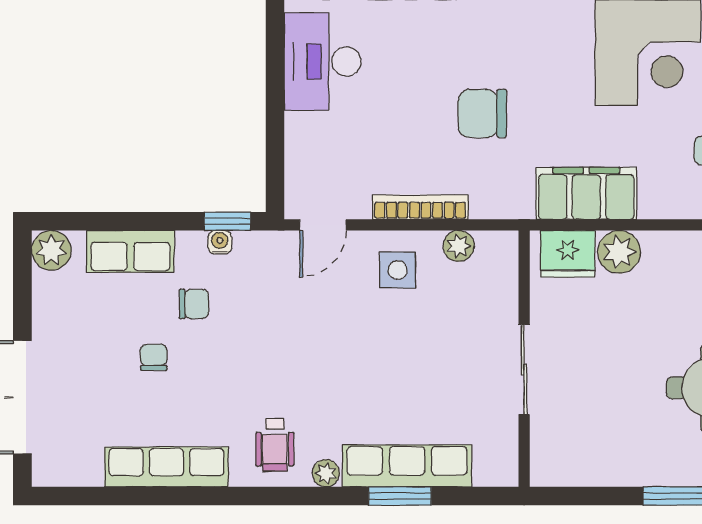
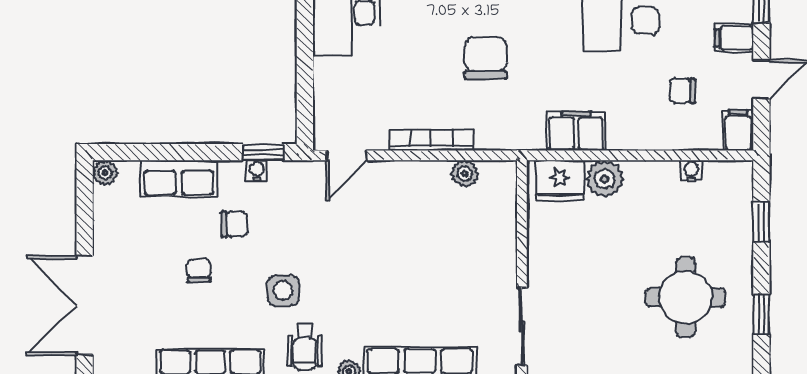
chair: (482, 113) -> (486, 58), turned 90
filing cabinet: (586, 193) -> (576, 131), width x0.67, depth x0.86
plant: (51, 250) -> (105, 173), width x0.73, depth x0.73
side table: (398, 270) -> (283, 290), moved
sliding door: (524, 370) -> (522, 326), moved

